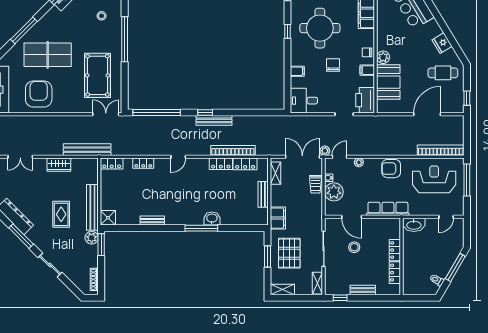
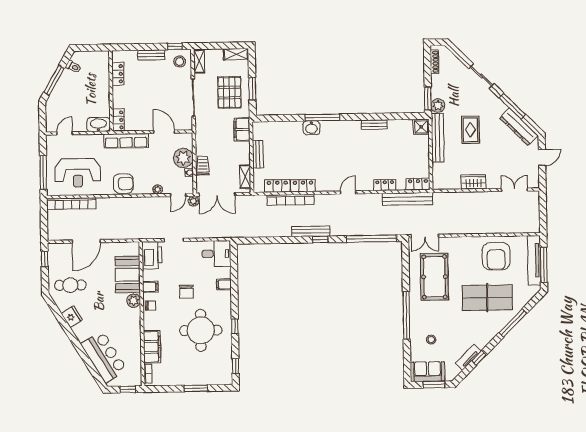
bench: (87, 150) -> (407, 199), moved
stool: (354, 247) -> (180, 62), moved
locker: (395, 250) -> (118, 120), moved

